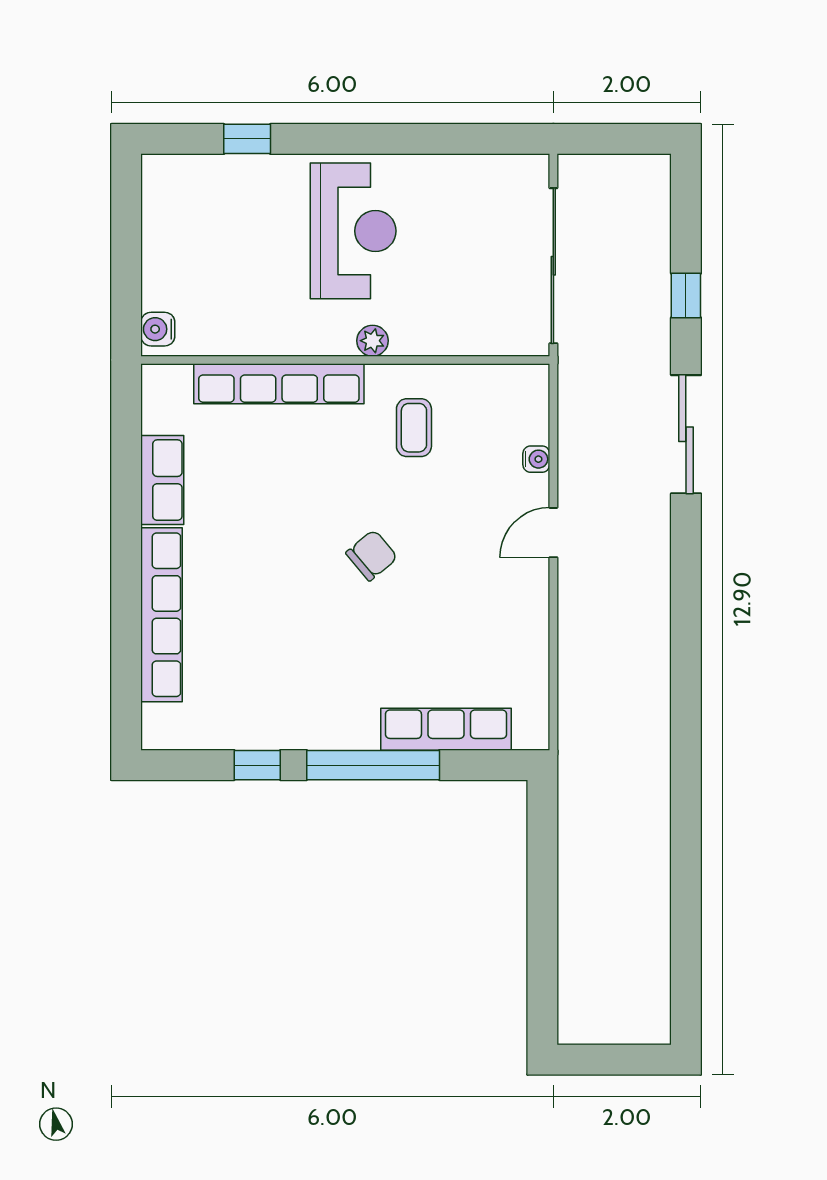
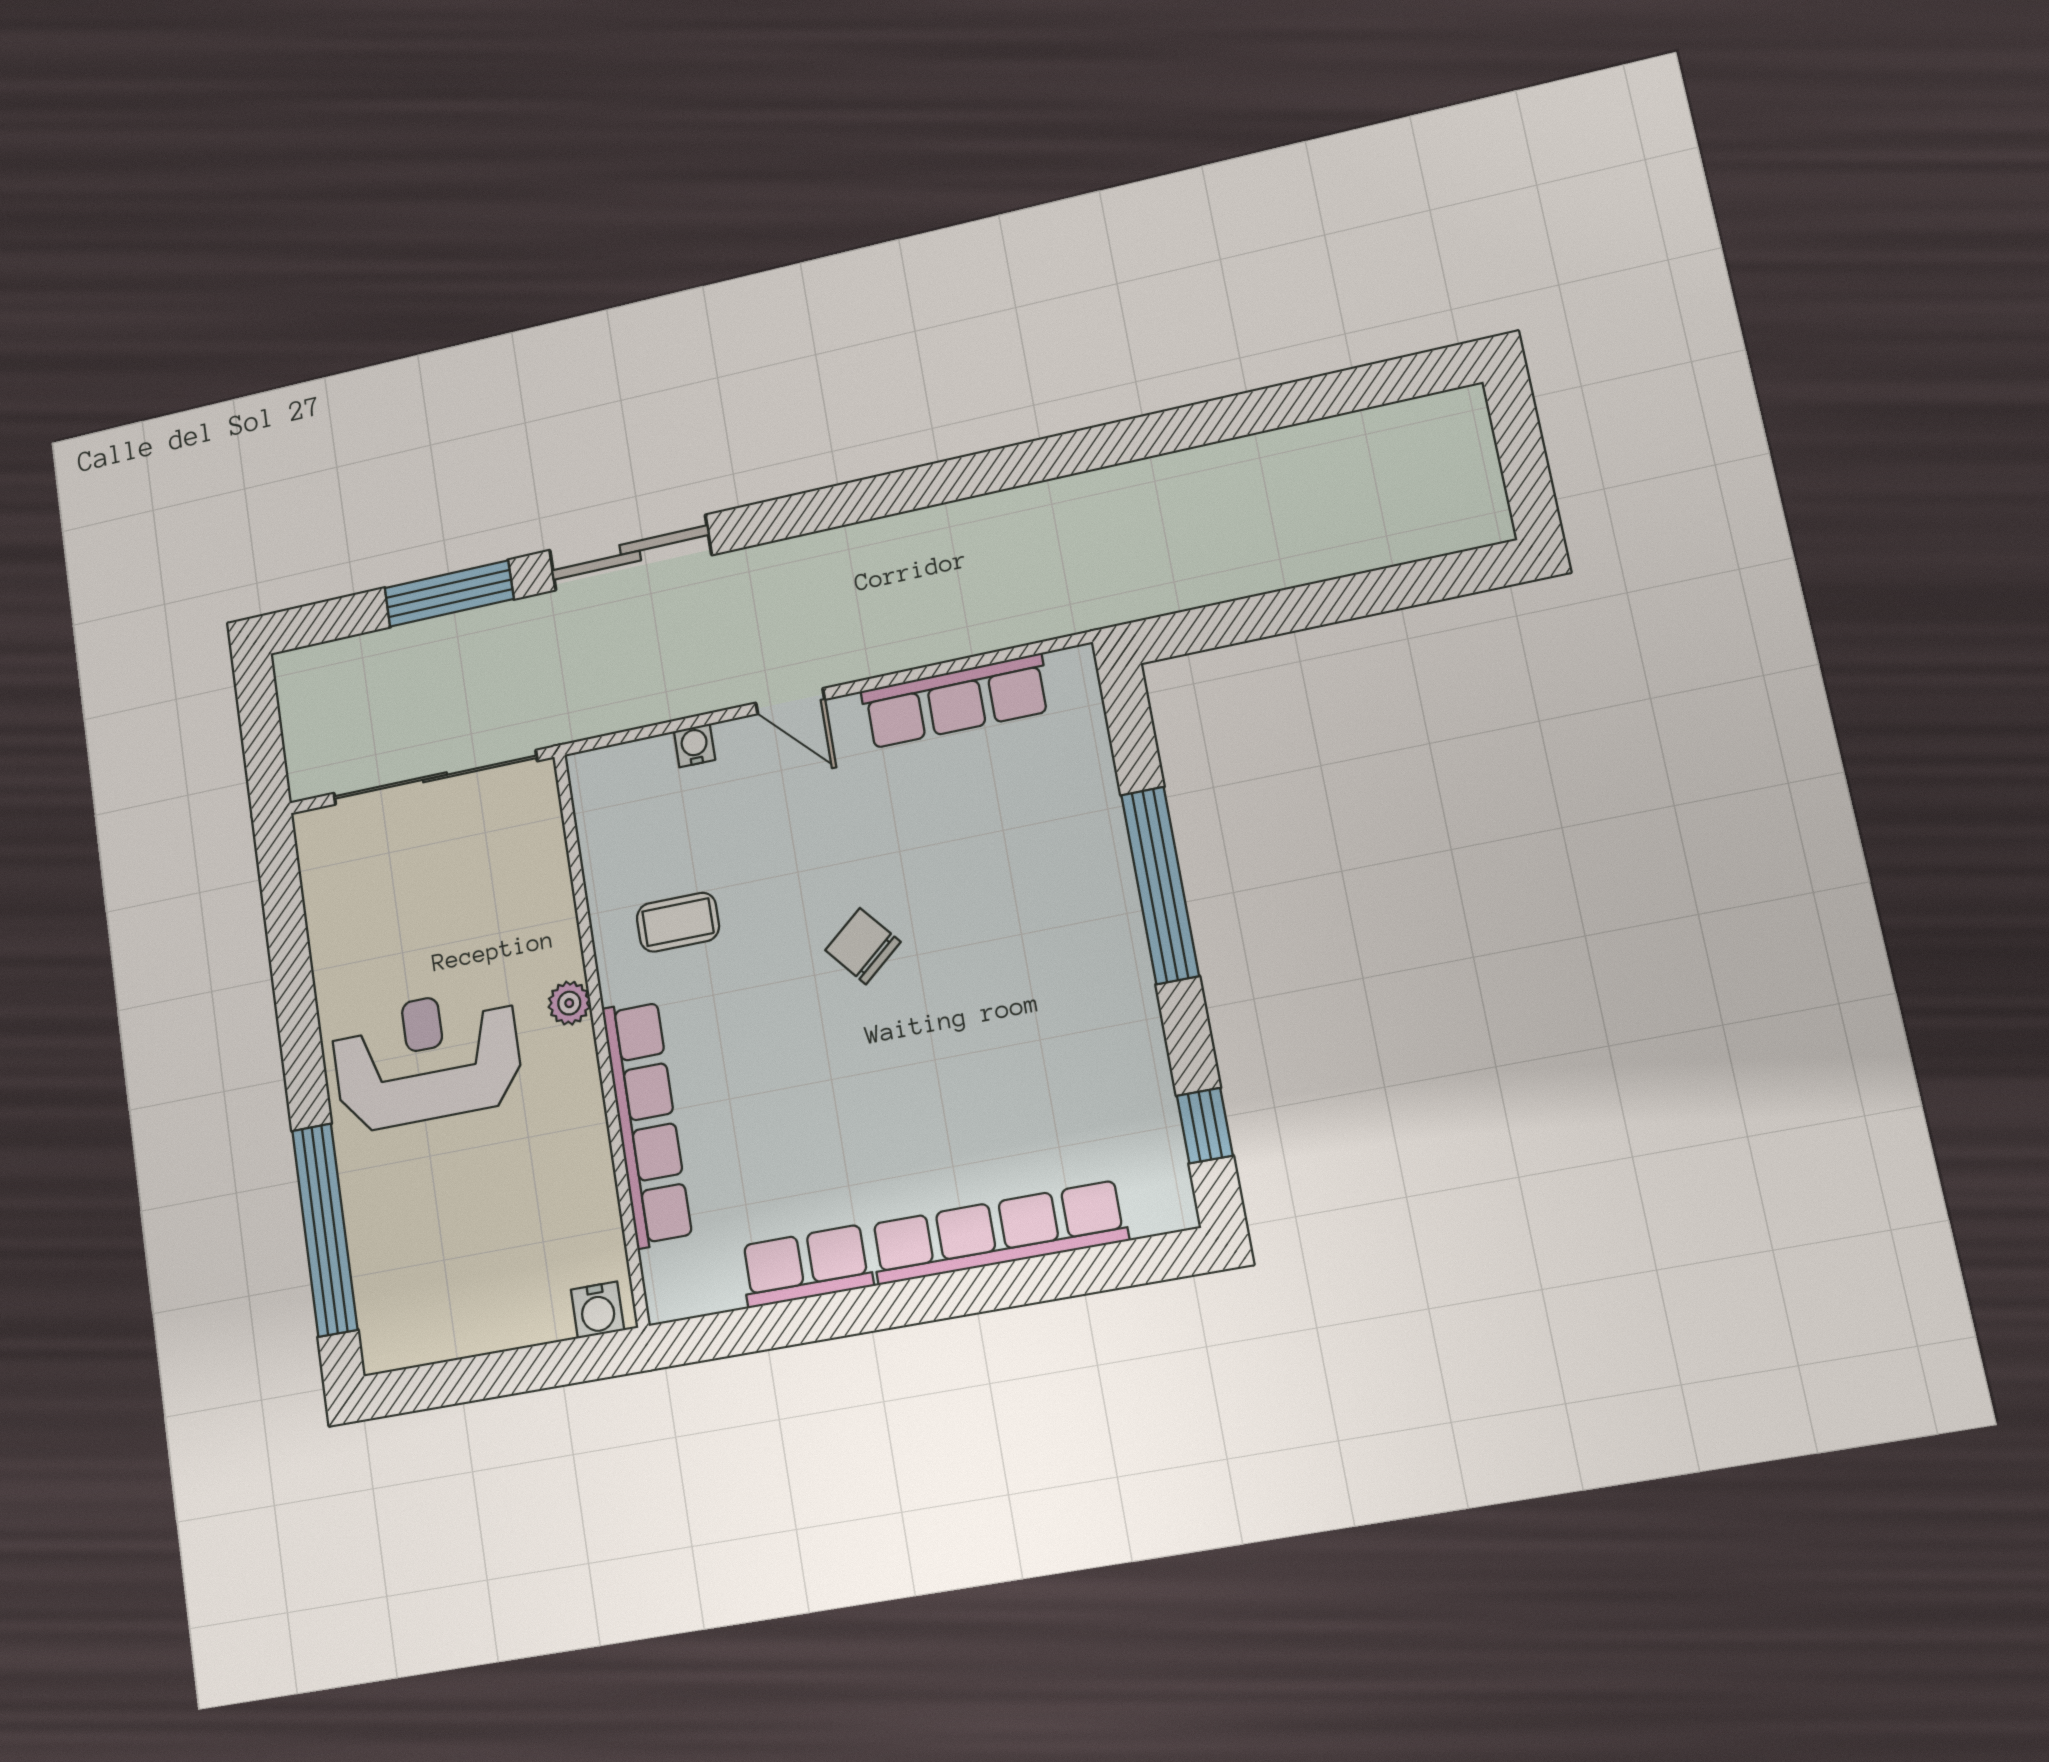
window: (247, 139) -> (325, 1230), width x3.17
window: (686, 295) -> (449, 594), width x2.17
row of seats: (446, 729) -> (955, 701), moved, turned -90
window: (257, 765) -> (1205, 1126), moved

